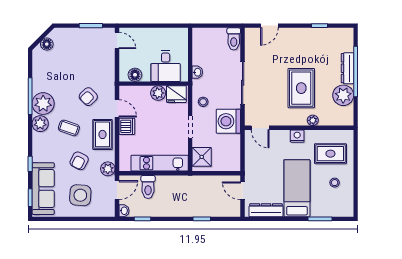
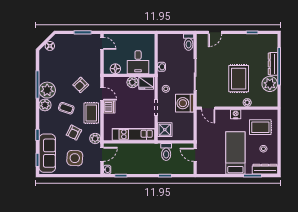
toilet: (148, 187) -> (166, 152), moved
dresser: (266, 210) -> (265, 169), moved

